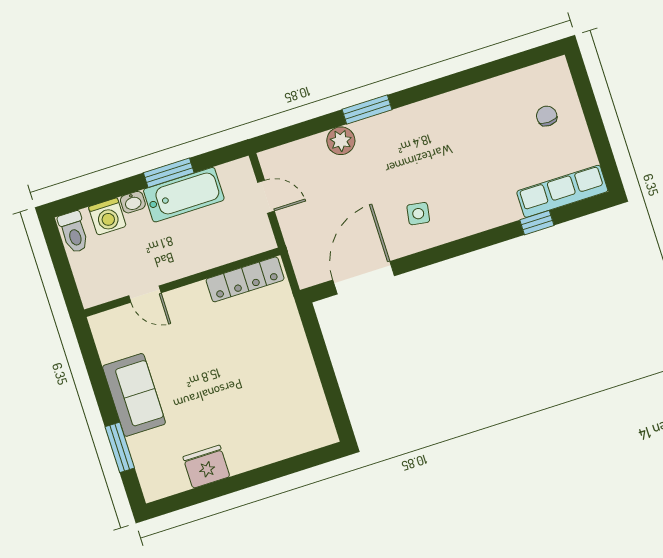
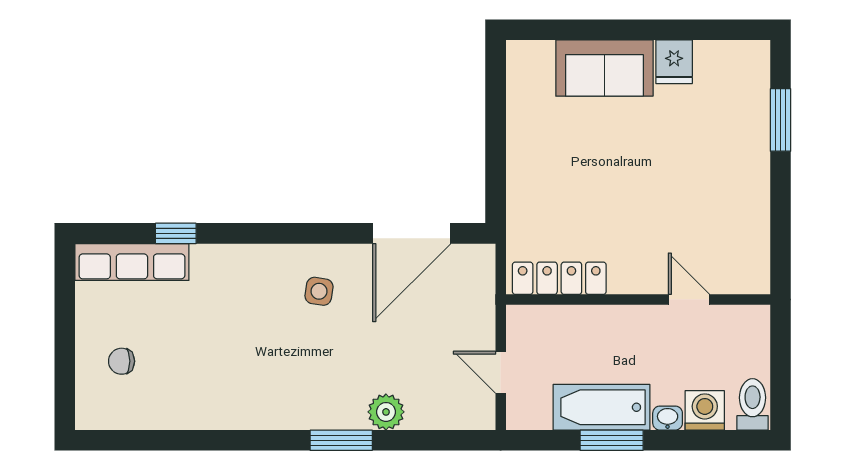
chair: (547, 116) -> (122, 361), turned 92
sofa: (134, 395) -> (604, 68), moved, turned -90
fridge: (206, 467) -> (674, 62), width x0.72

